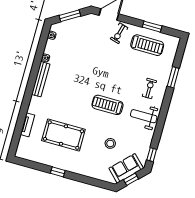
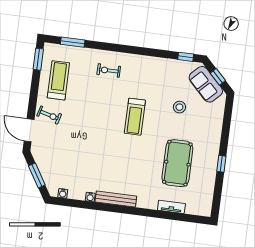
window: (152, 27) -> (38, 59), moved
window: (173, 77) -> (73, 42), moved
weight bench: (144, 116) -> (142, 73), removed

